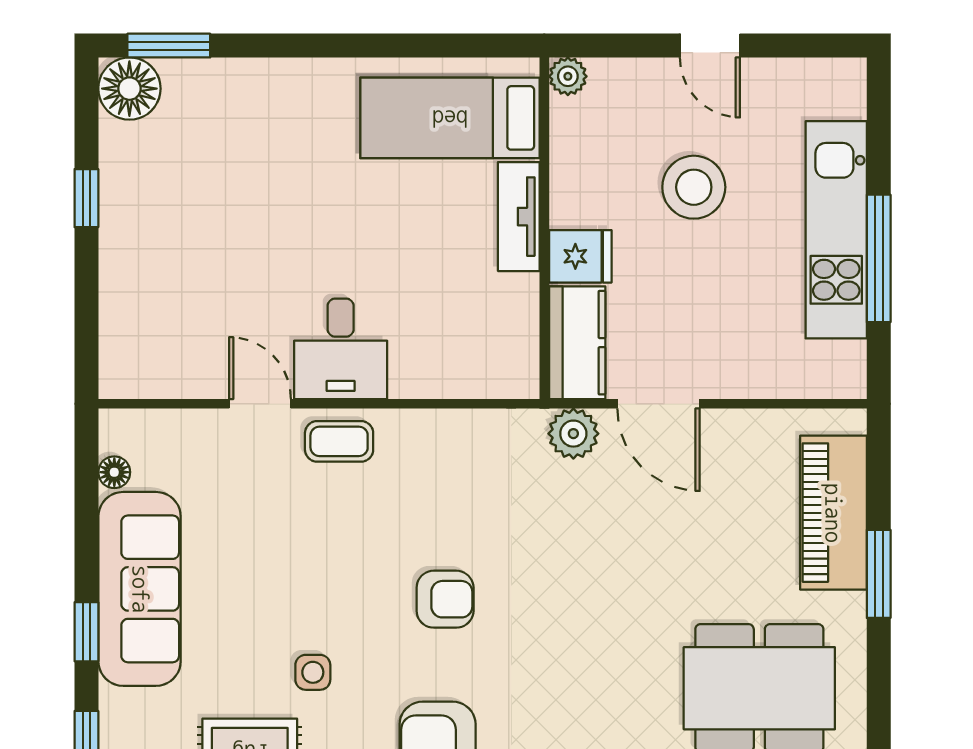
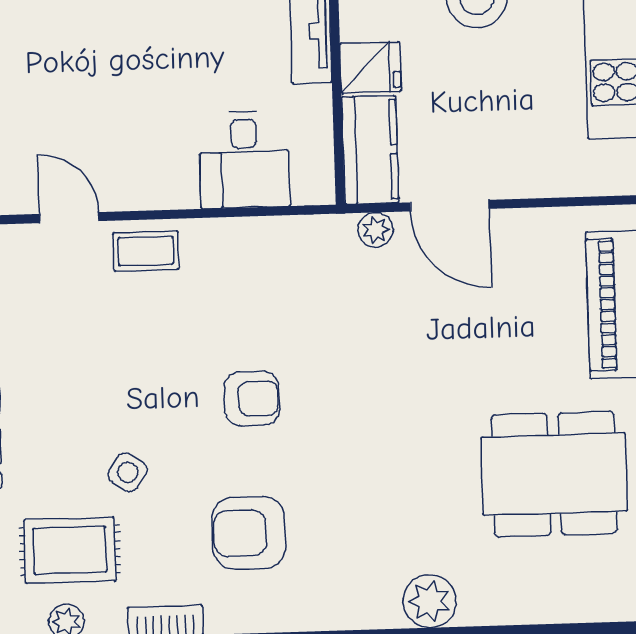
desk: (341, 349) -> (244, 160), moved
plant: (573, 434) -> (376, 230), width x0.73, depth x0.73
side table: (313, 672) -> (128, 472), turned 35

